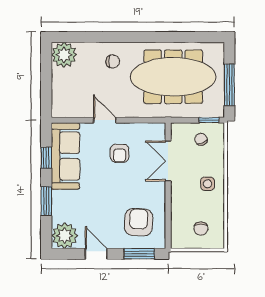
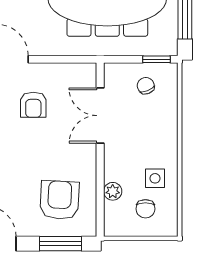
side table: (208, 184) -> (155, 178), moved
plant: (177, 216) -> (113, 191), added

